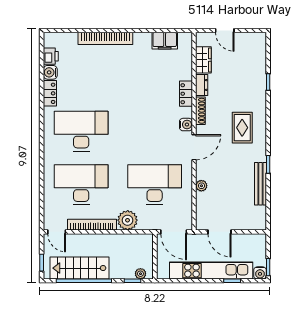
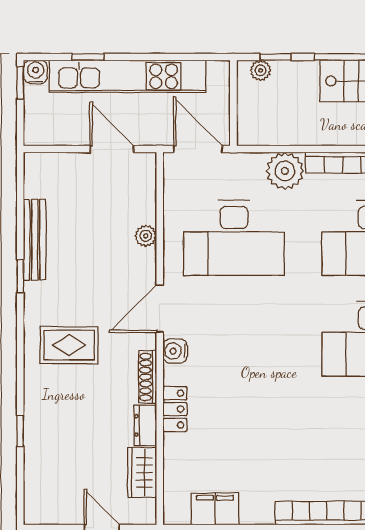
rug: (242, 128) -> (69, 345), turned 90

